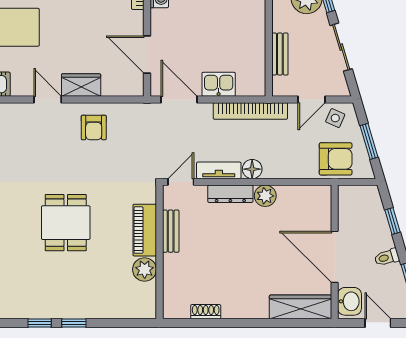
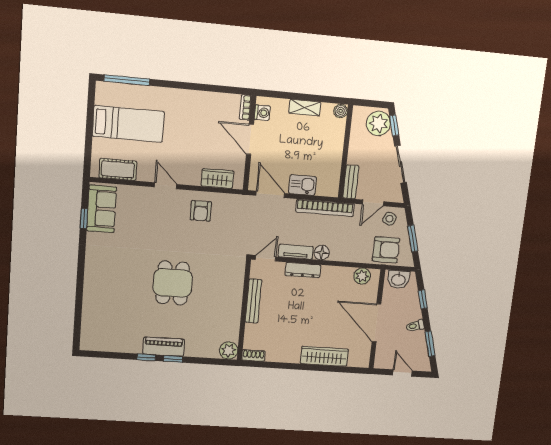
door: (147, 54) -> (250, 139), moved
bench: (280, 54) -> (351, 182), moved
wardrobe: (81, 85) -> (217, 179), moved
plant: (265, 196) -> (362, 276), moved
piano: (145, 230) -> (164, 347), moved, turned 90
bench: (171, 231) -> (253, 301), width x1.36
plant: (145, 269) -> (229, 351), moved
washbasin: (350, 301) -> (398, 279), moved, turned 90
wardrobe: (301, 307) -> (324, 356), moved
shoe rack: (206, 312) -> (253, 355), moved

